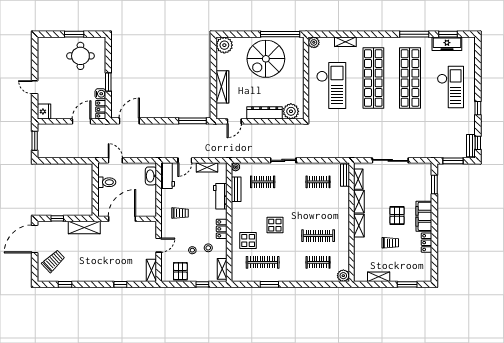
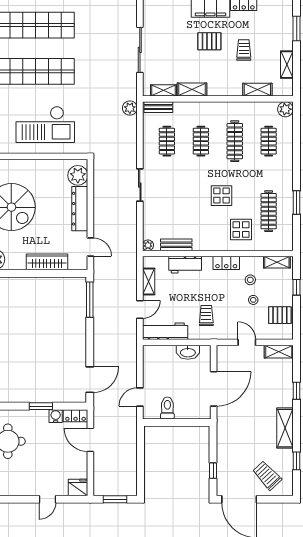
checkout: (331, 86) -> (45, 124), turned 180
door: (129, 121) -> (90, 380), swing flipped
plant: (344, 152) -> (130, 108), added
door: (185, 160) -> (140, 309), hinge flipped
washbasin: (151, 176) -> (188, 352), moved
workbench: (168, 176) -> (165, 331), width x1.38
clothes rail: (263, 182) -> (201, 141), moved
door: (122, 219) -> (214, 389), swing flipped
shelving: (359, 226) -> (257, 90), moved
shelving: (84, 227) -> (285, 428), moved

